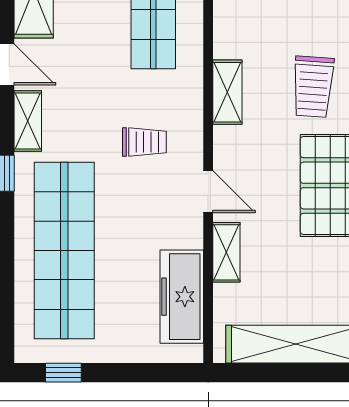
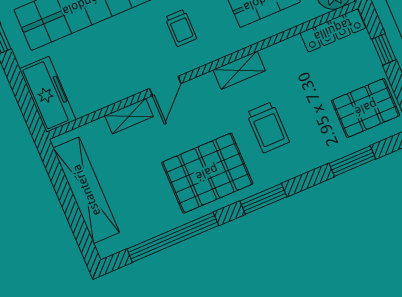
trolley: (313, 87) -> (268, 127), turned -94
freezer: (182, 297) -> (48, 94), moved, turned 90

